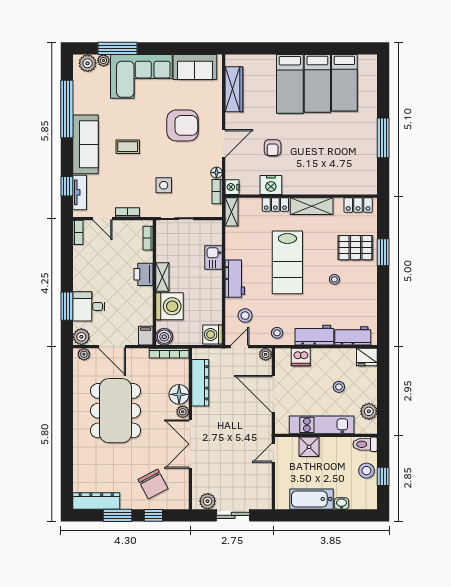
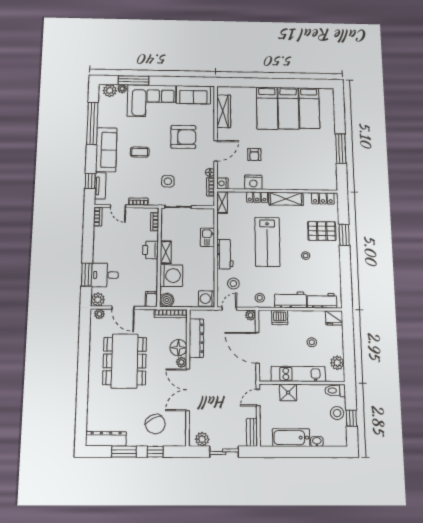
bench: (266, 493) -> (252, 432), added

